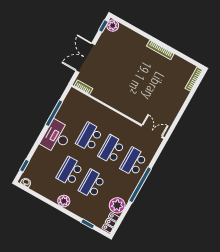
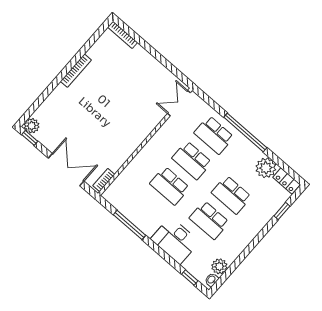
double door: (85, 58) -> (66, 170), swing flipped
desk: (57, 137) -> (175, 240), moved
plant: (64, 201) -> (219, 266), moved

